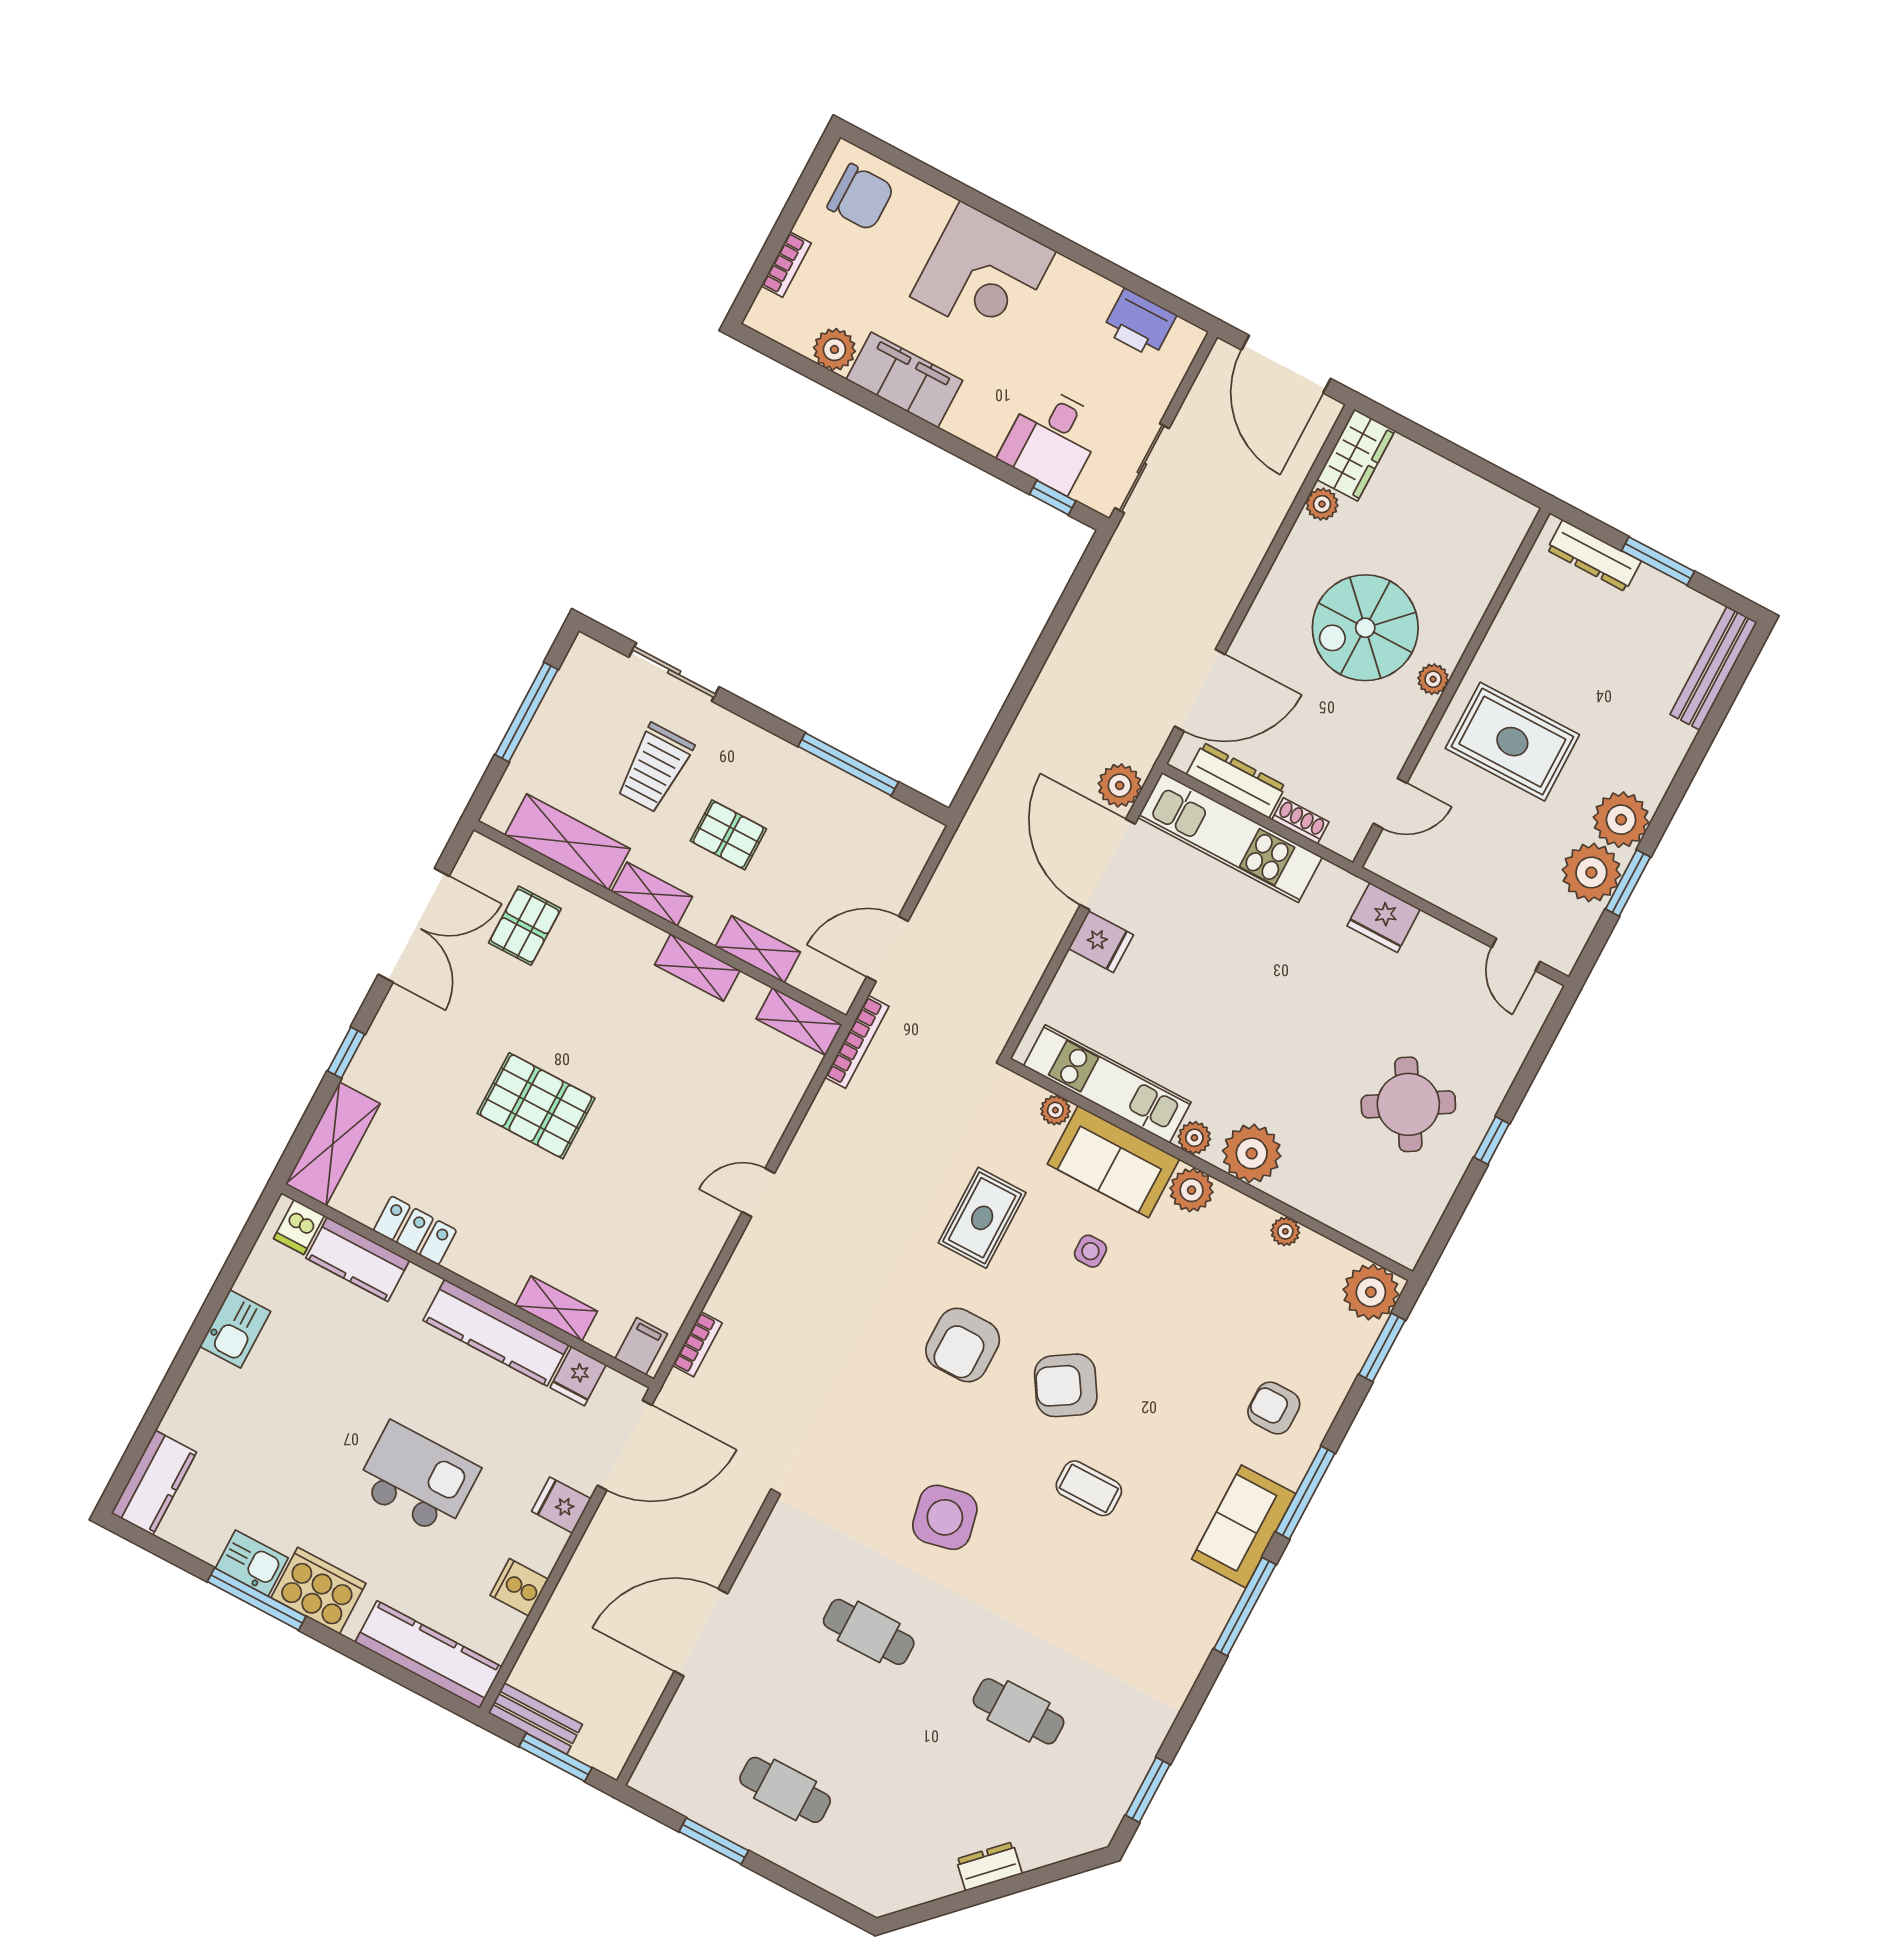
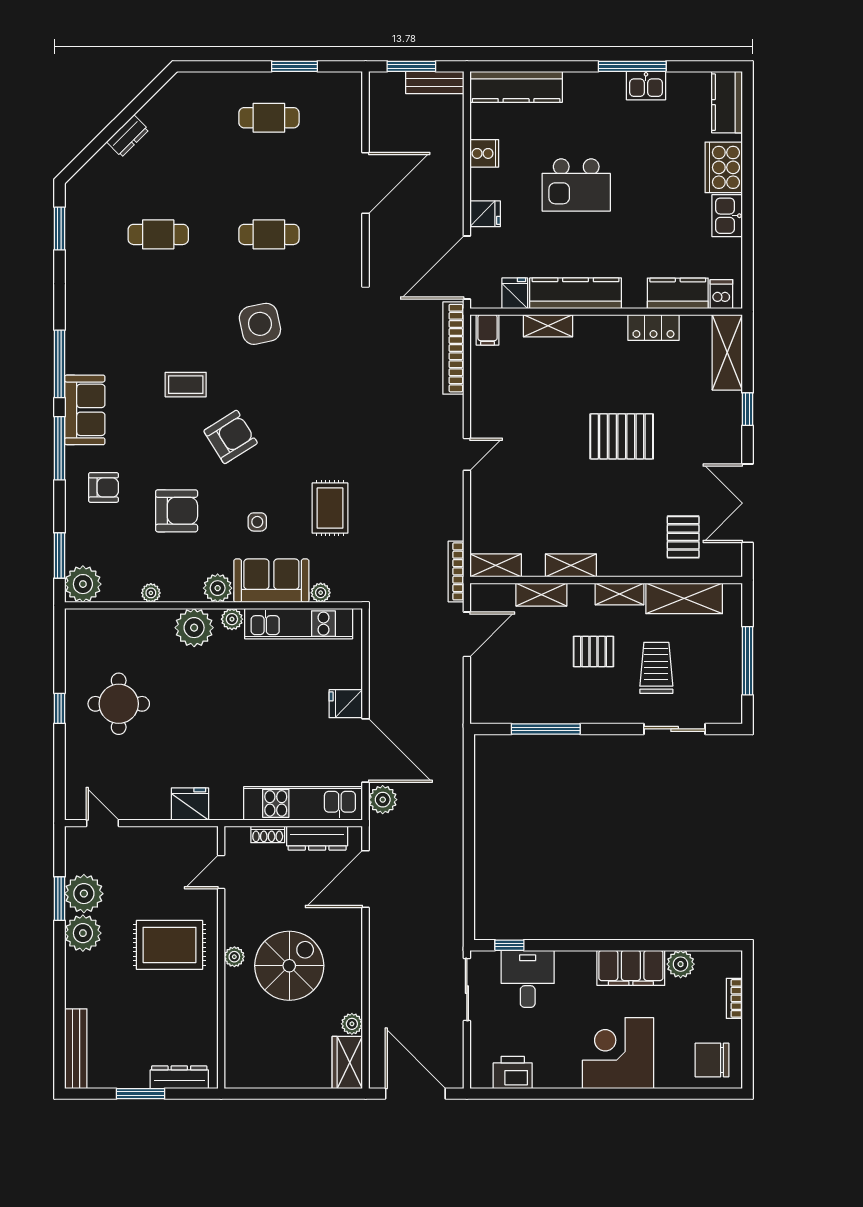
round table: (1408, 1104) -> (119, 704), turned 31
bookcase: (697, 1344) -> (453, 348), width x2.31, depth x1.31
armchair: (963, 1345) -> (177, 511), moved, turned 90
cooker: (318, 1591) -> (724, 167), moved, turned 90

